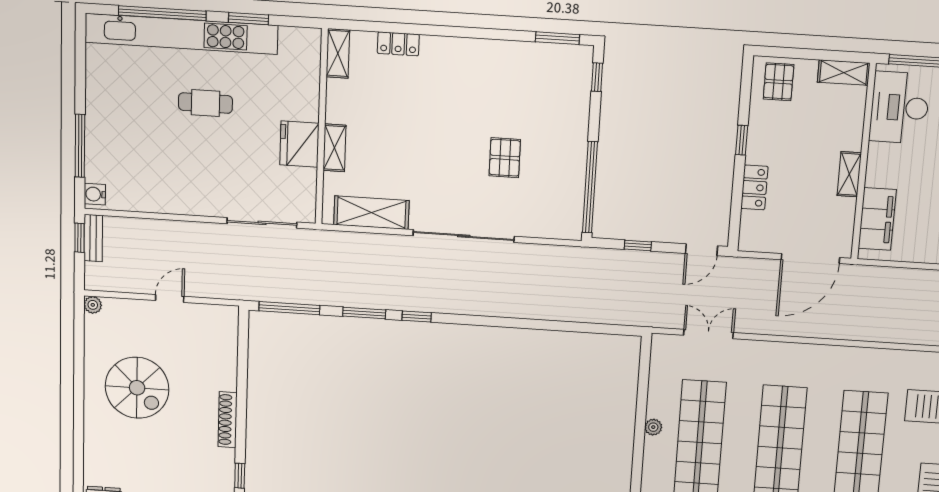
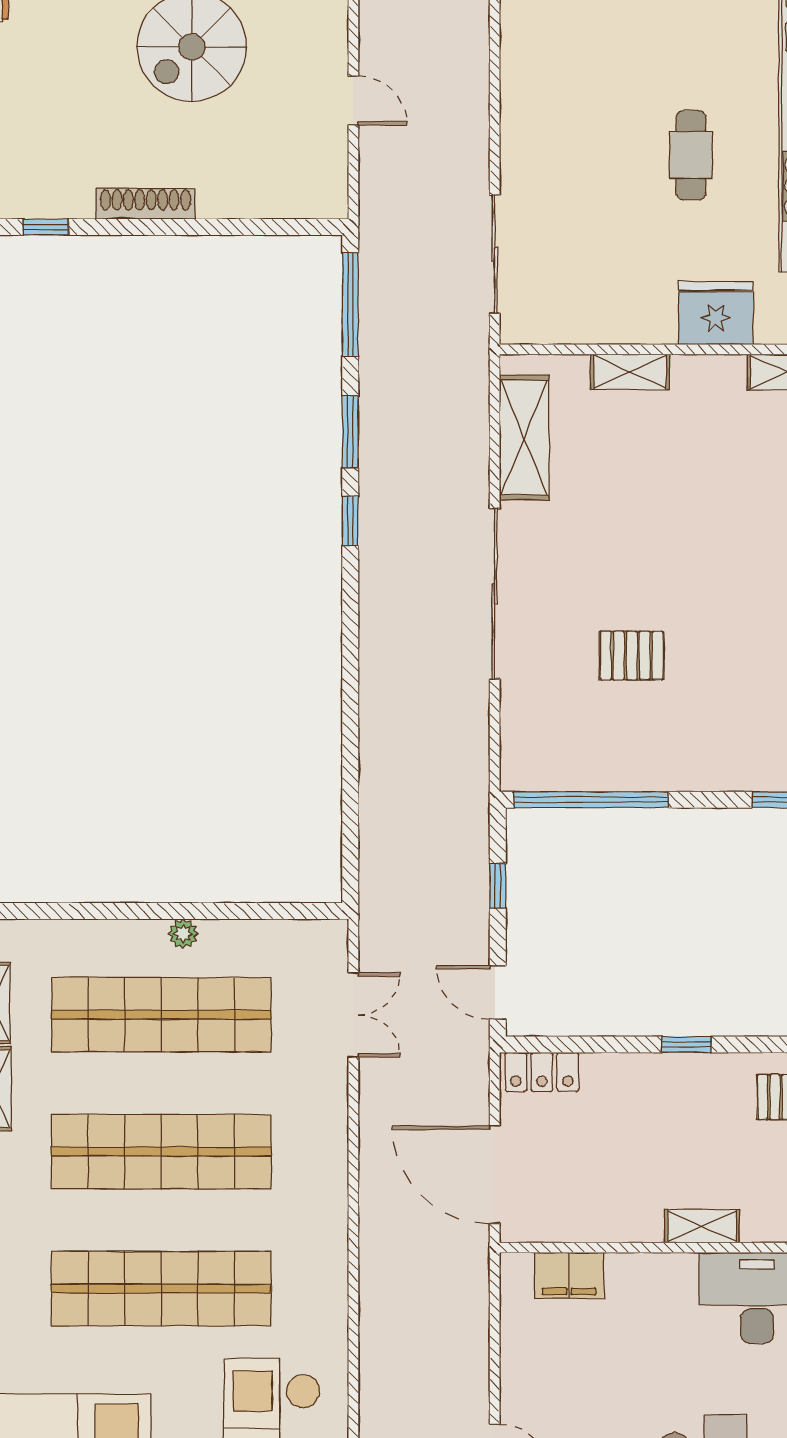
fridge: (299, 144) -> (716, 313), moved
shelving: (849, 174) -> (702, 1226), moved
locker: (754, 187) -> (542, 1072), moved
filing cabinet: (877, 219) -> (569, 1275), width x0.67, depth x0.86

